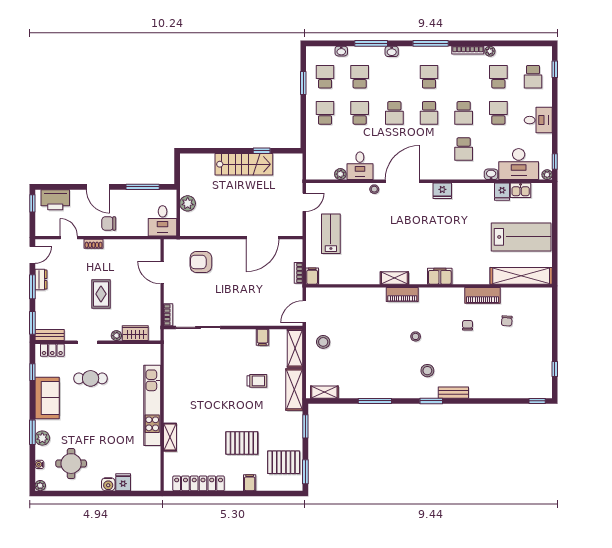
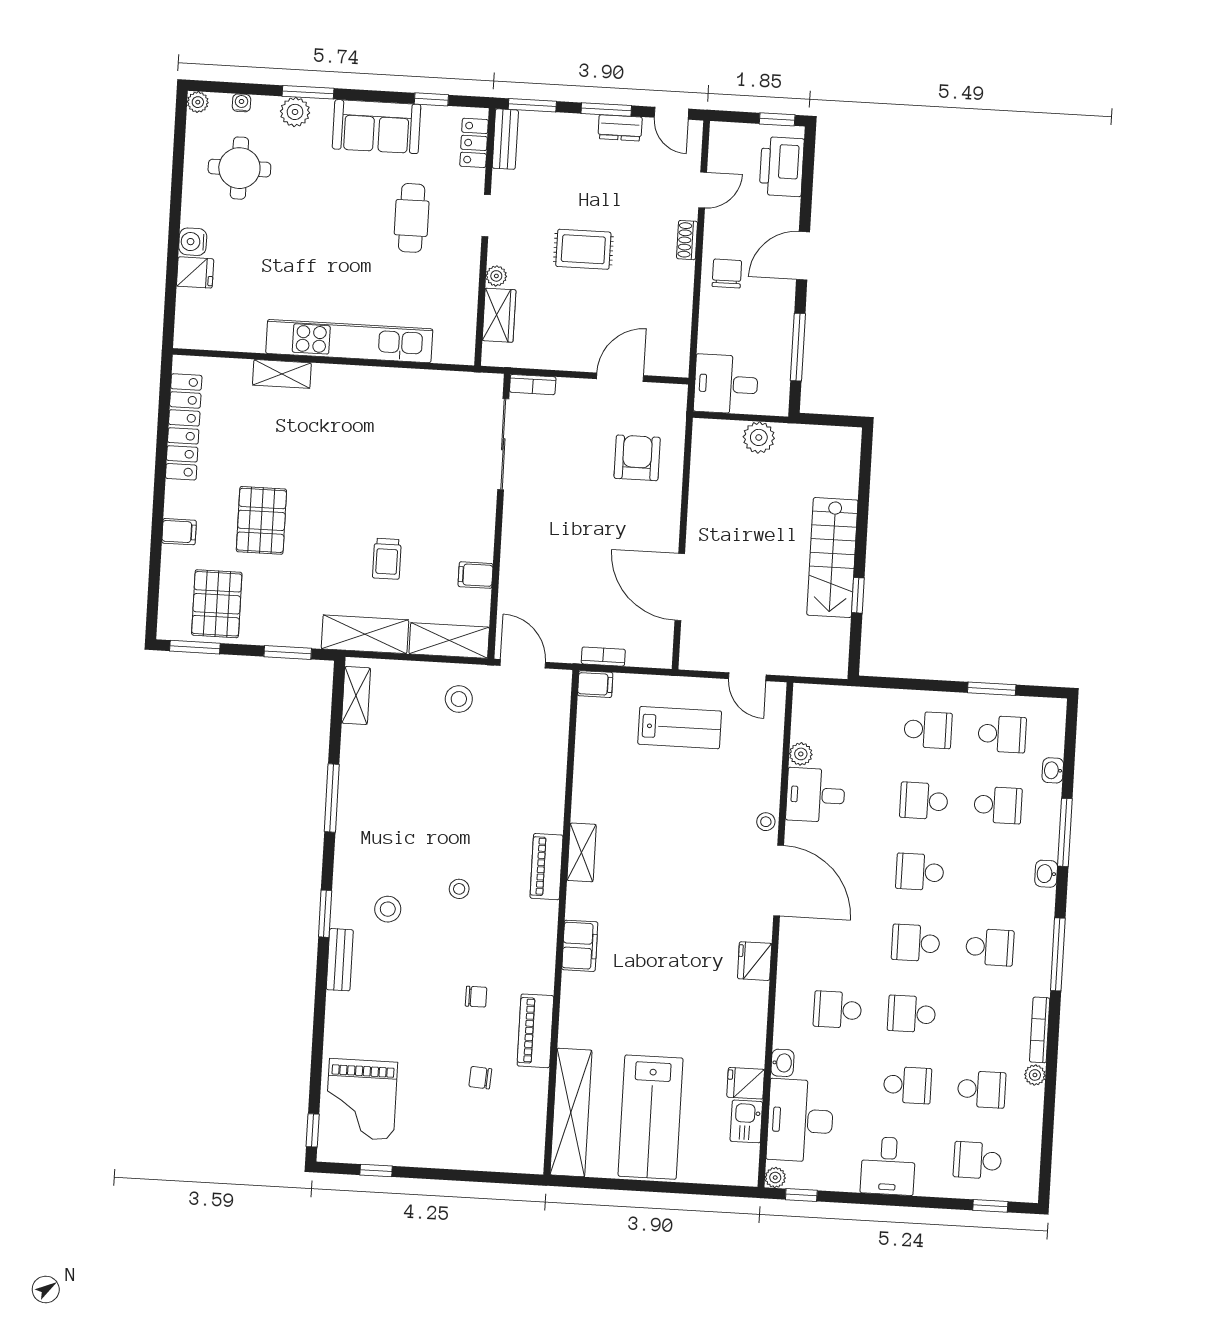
school desk: (360, 113) -> (924, 801), turned 180
grand piano: (521, 378) -> (361, 1099), added

